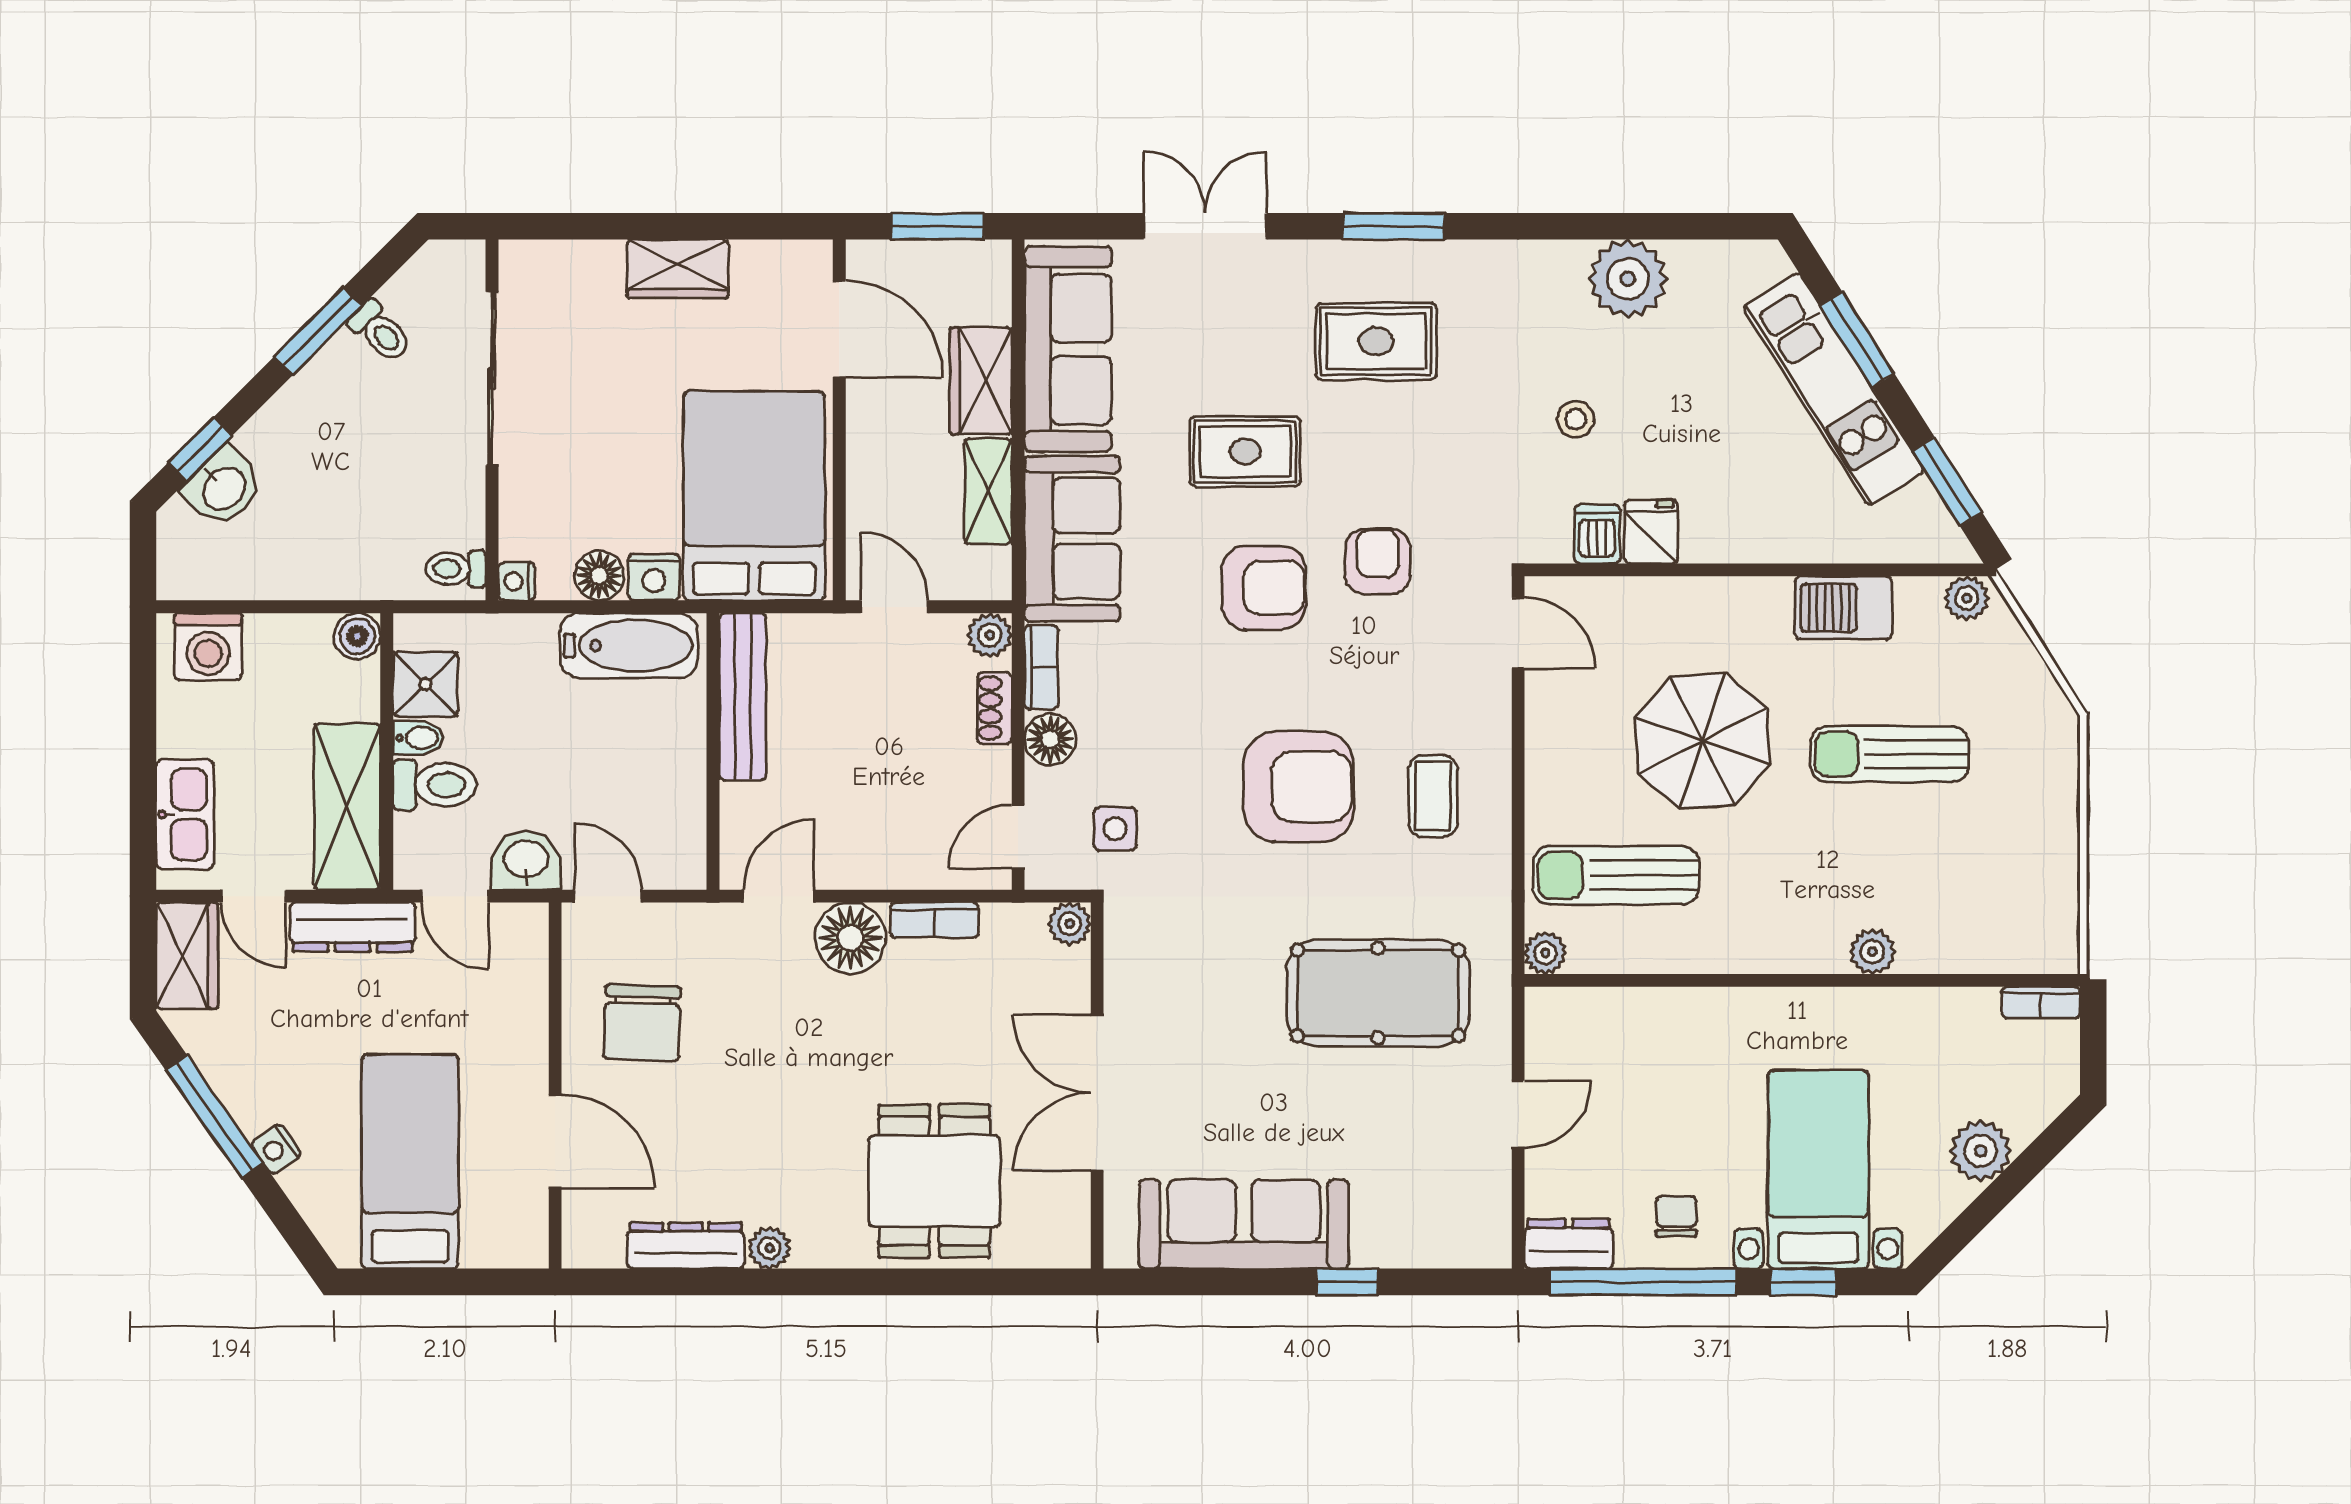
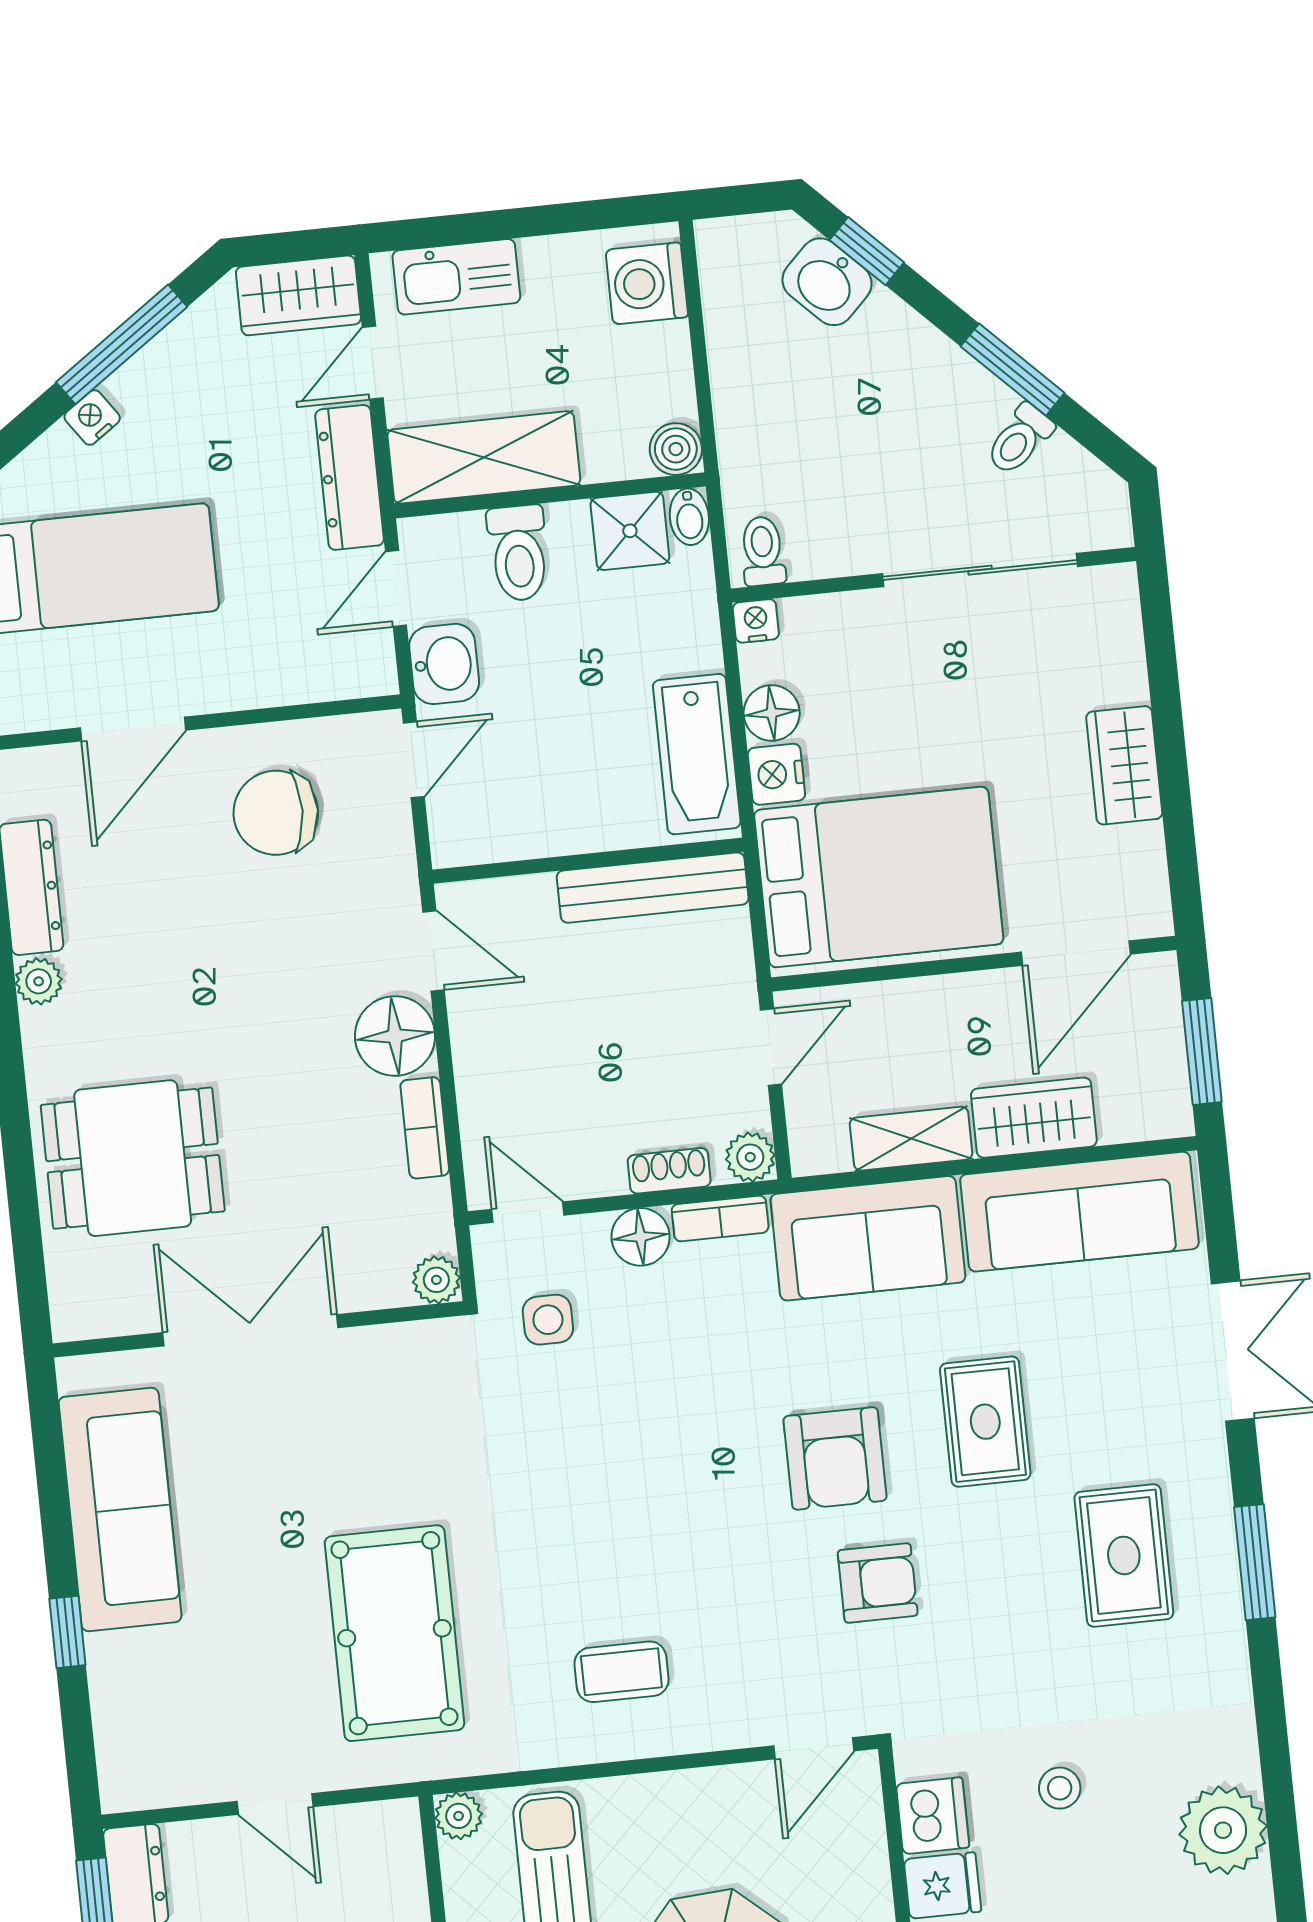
dishwasher: (1597, 534) -> (933, 1816), width x1.38
bidet: (418, 738) -> (689, 517), moved
armchair: (1298, 787) -> (616, 1520), removed

